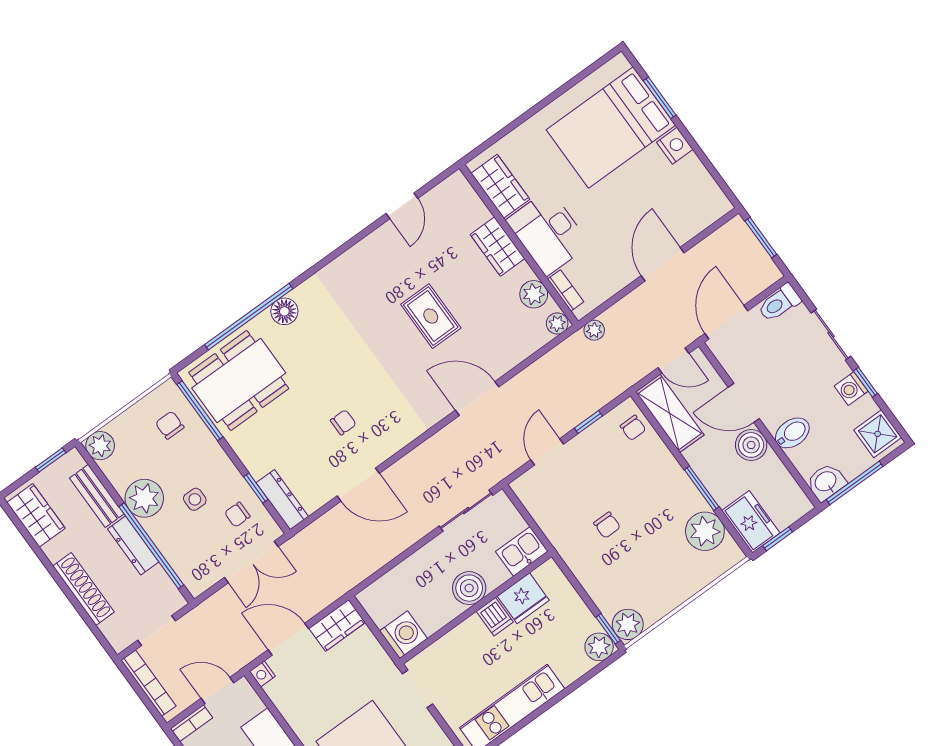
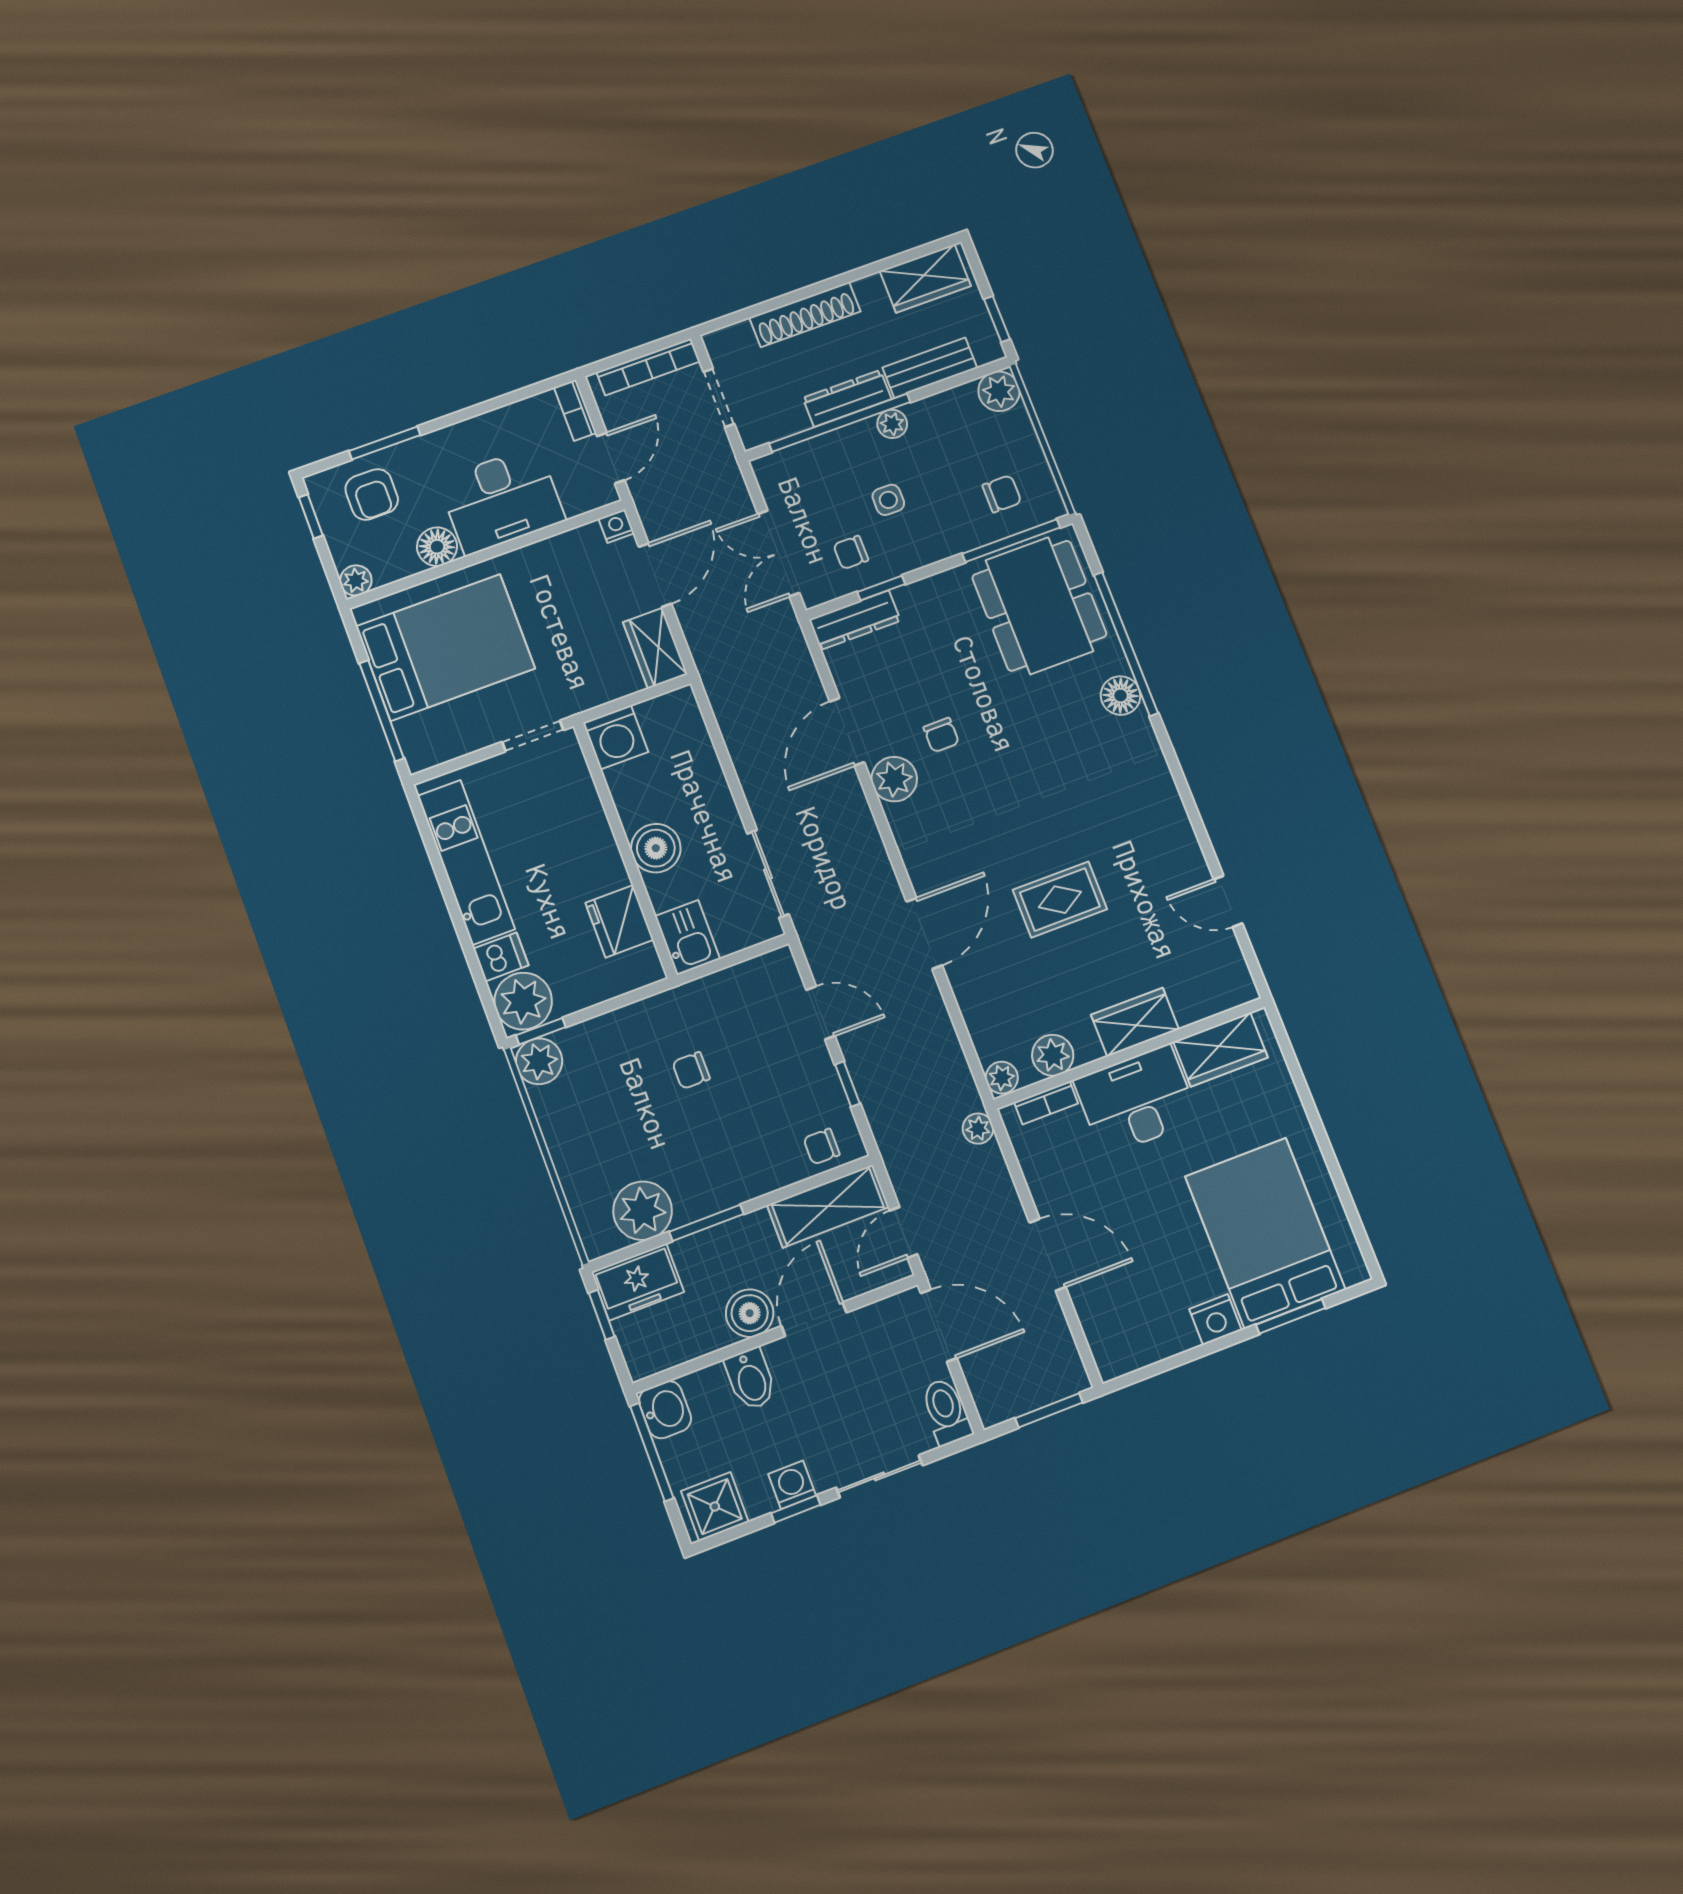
plant: (381, 445) -> (894, 779), added
plant: (144, 498) -> (892, 424), width x0.53, depth x0.53
chair: (237, 515) -> (851, 552), turned -90
dishwasher: (495, 617) -> (501, 957), moved, turned 180
plant: (599, 647) -> (523, 1001), width x1.36, depth x1.36

